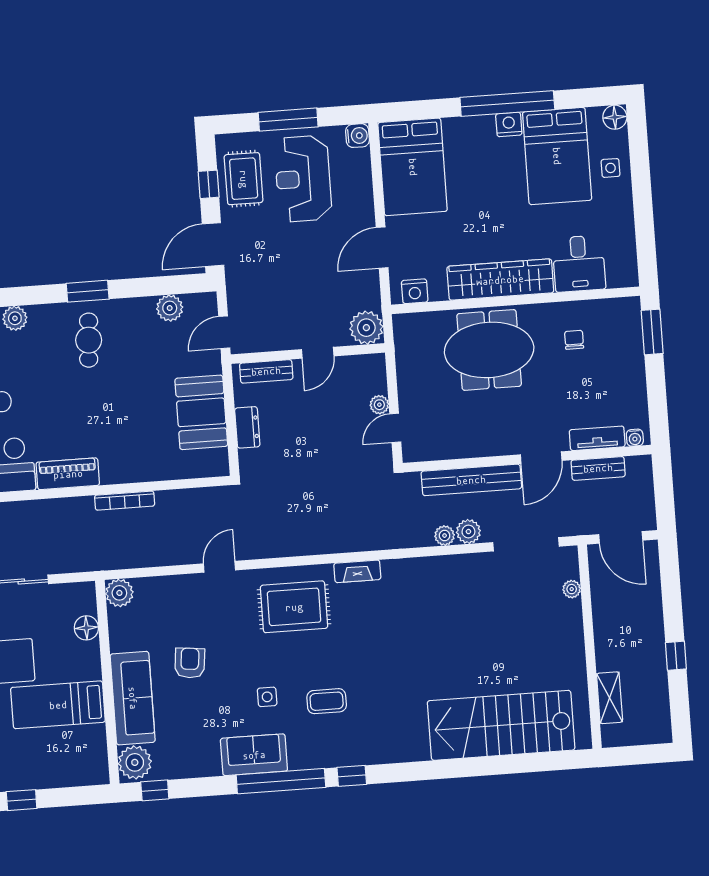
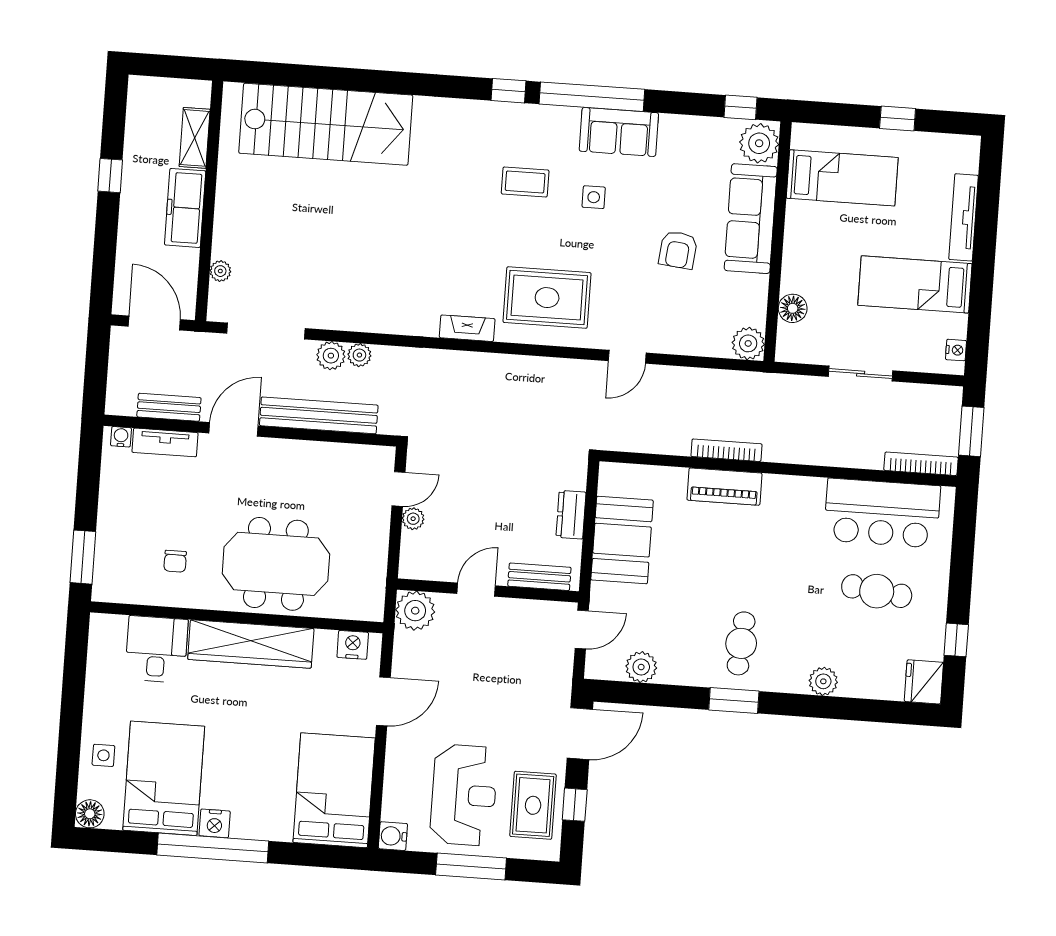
piano: (68, 474) -> (724, 487), moved
freezer: (609, 638) -> (185, 208), added
bed: (58, 705) -> (842, 178), moved

